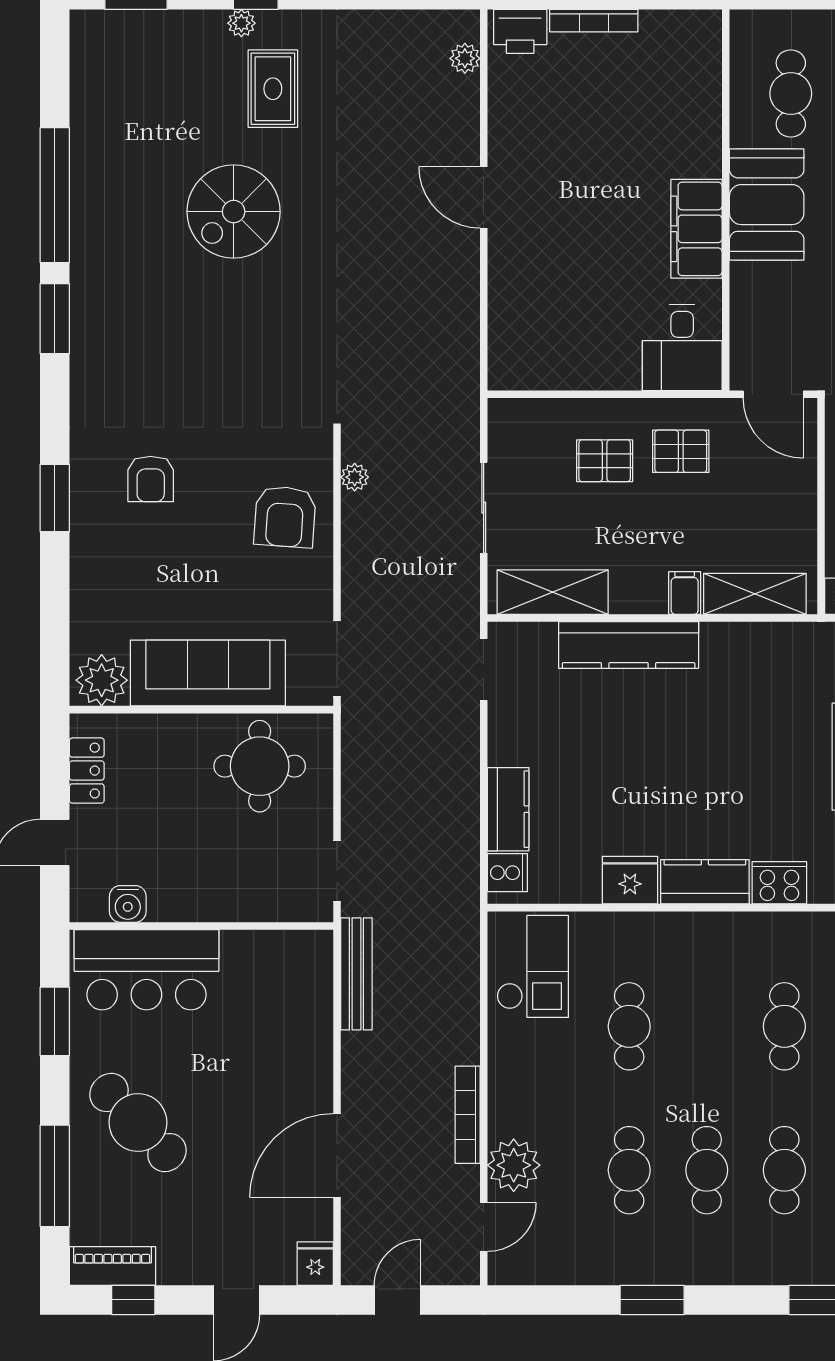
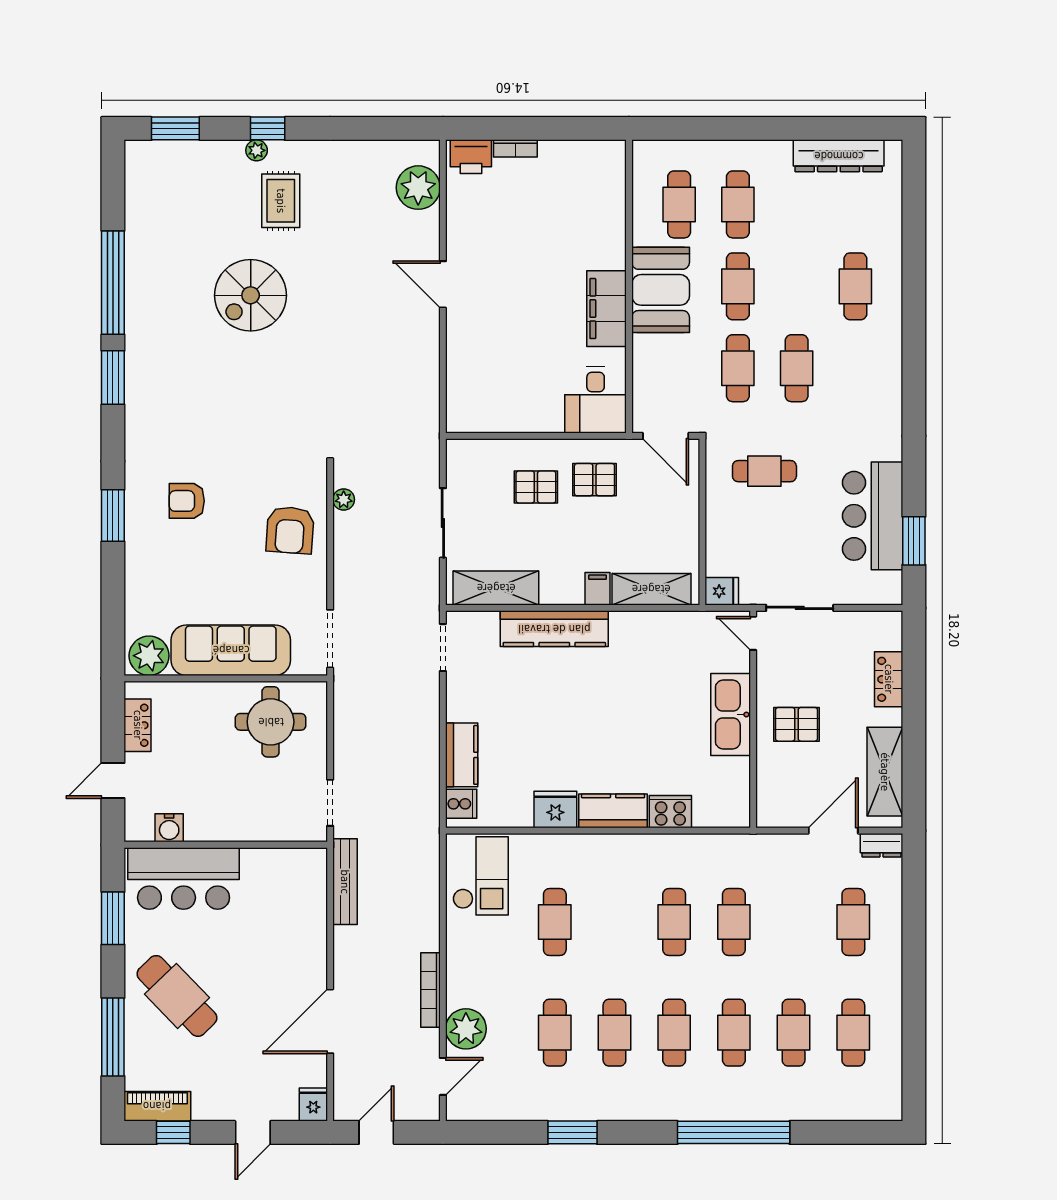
bookcase: (594, 21) -> (515, 148), width x0.64
plant: (465, 58) -> (418, 188), width x1.87, depth x1.87
armchair: (151, 479) -> (187, 501), turned 90

